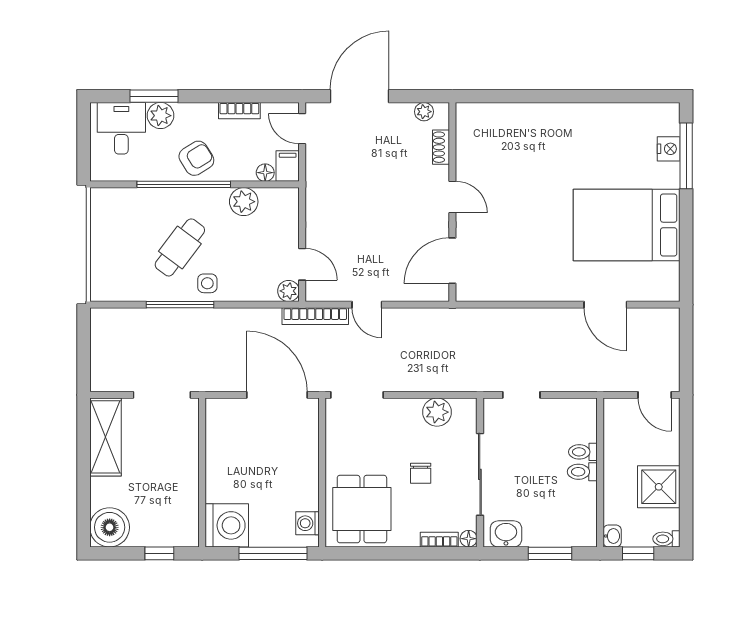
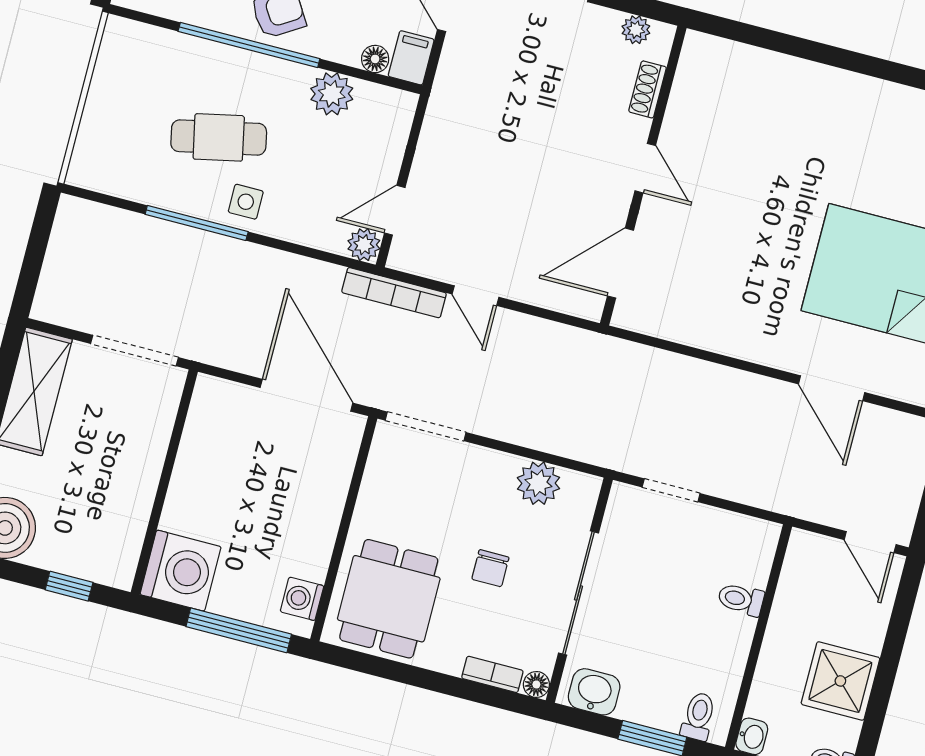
cafe table: (180, 247) -> (219, 137), turned 41
door: (302, 264) -> (395, 210), swing flipped
toilet: (582, 472) -> (698, 716), moved, turned 90

